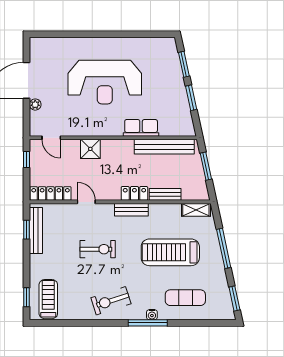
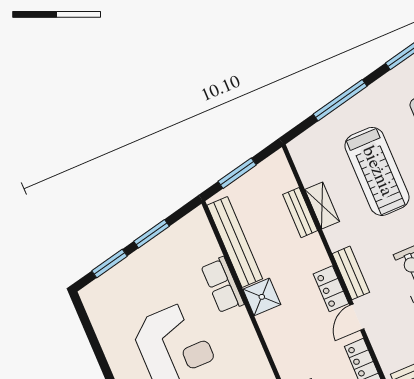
shower: (90, 149) -> (262, 297), moved
locker: (134, 193) -> (331, 289), moved
bench: (131, 210) -> (351, 273), moved
shelving: (196, 210) -> (322, 205), moved

